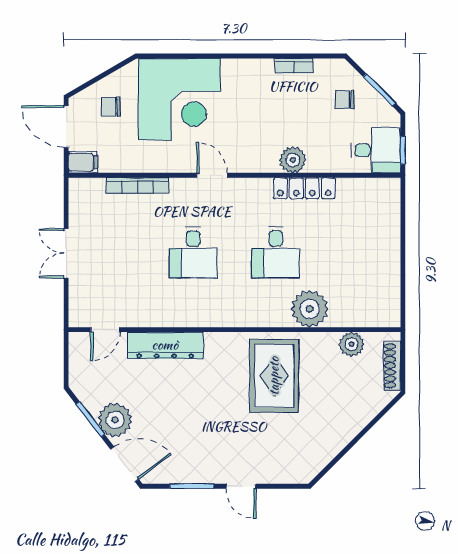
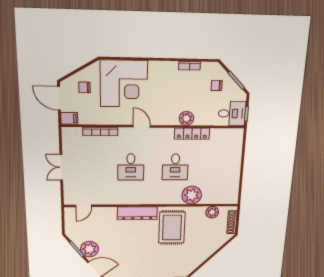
dresser: (165, 345) -> (137, 213), moved

